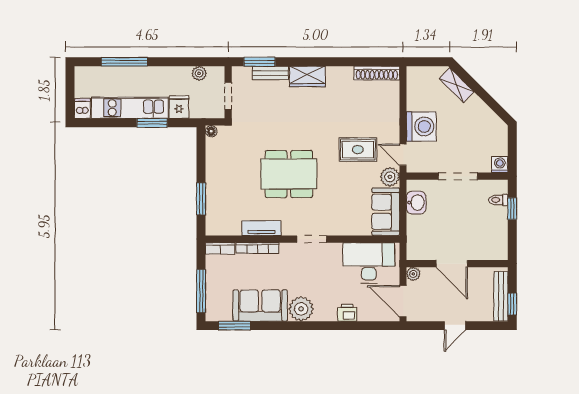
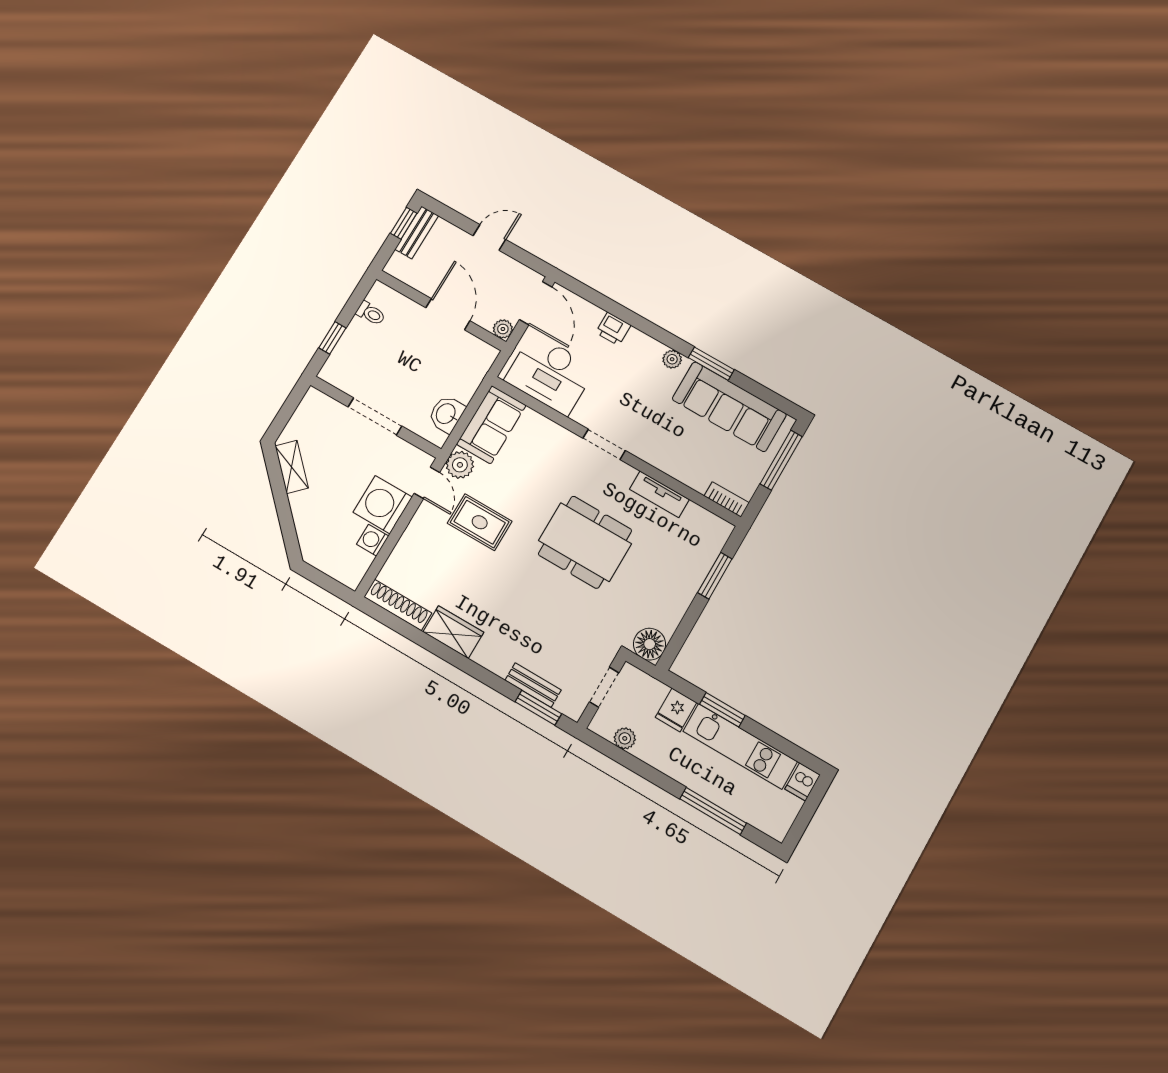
wardrobe: (307, 76) -> (453, 632), moved
shelving: (457, 85) -> (292, 467), moved
floor lamp: (211, 131) -> (650, 644), width x1.89, depth x1.89
washing machine: (500, 165) -> (373, 540), moved, turned 90
toilet: (498, 200) -> (371, 313), moved
bookcase: (257, 248) -> (679, 473), removed
bench: (501, 296) -> (417, 232), width x0.73
sofa: (260, 306) -> (729, 407), width x1.36
plant: (301, 309) -> (672, 359), width x0.53, depth x0.53
window: (234, 326) -> (711, 364), moved

